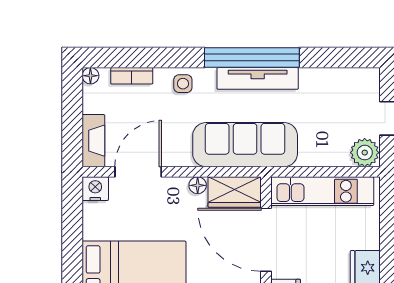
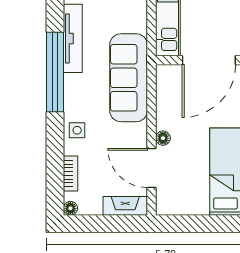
tv unit: (258, 78) -> (73, 38), moved
floor lamp: (198, 185) -> (163, 138), moved
nightstand: (95, 189) -> (166, 204), removed
wardrobe: (235, 192) -> (169, 87), removed

